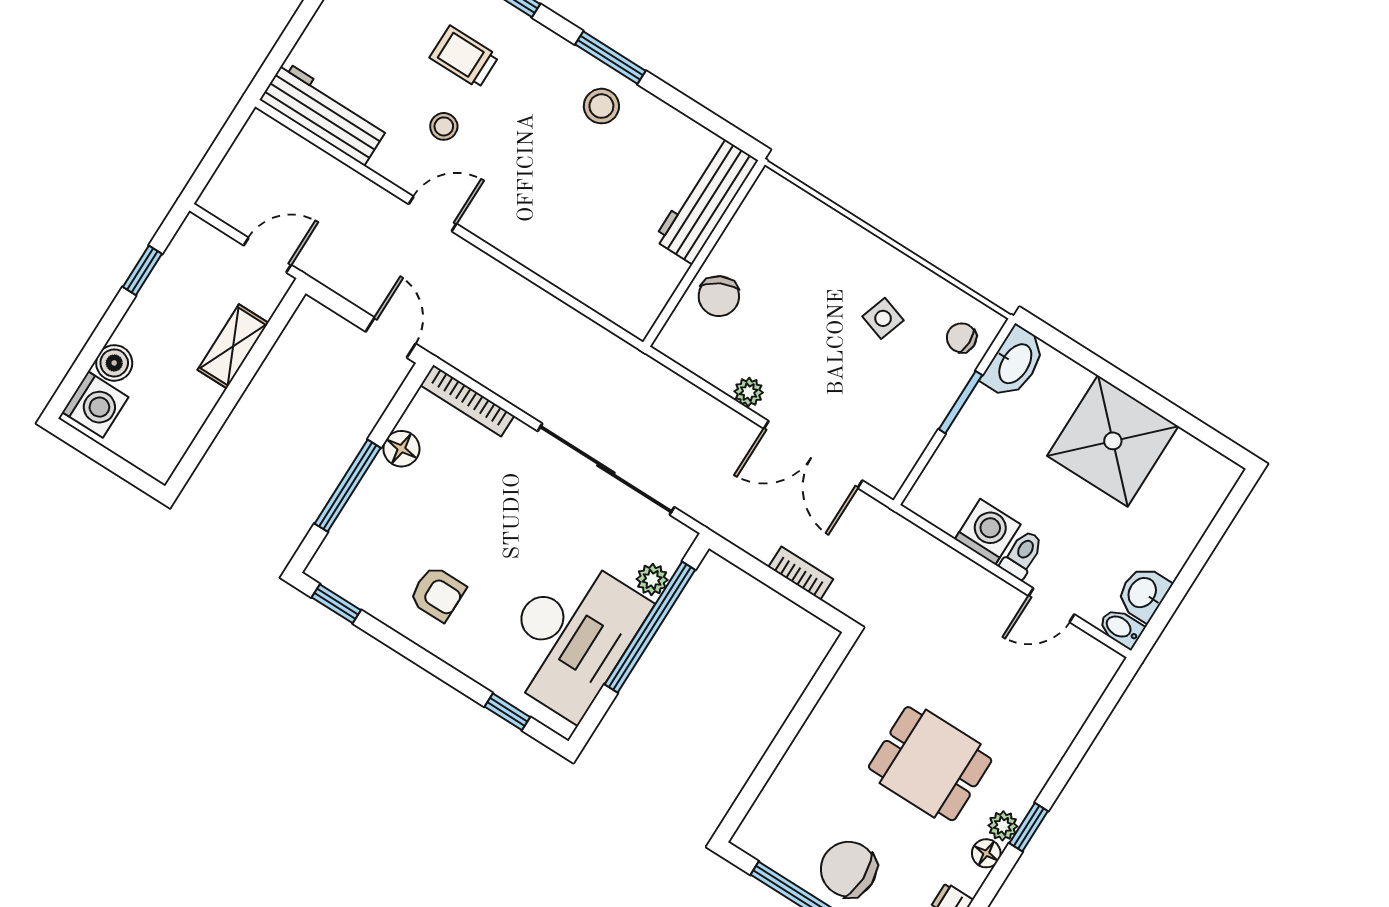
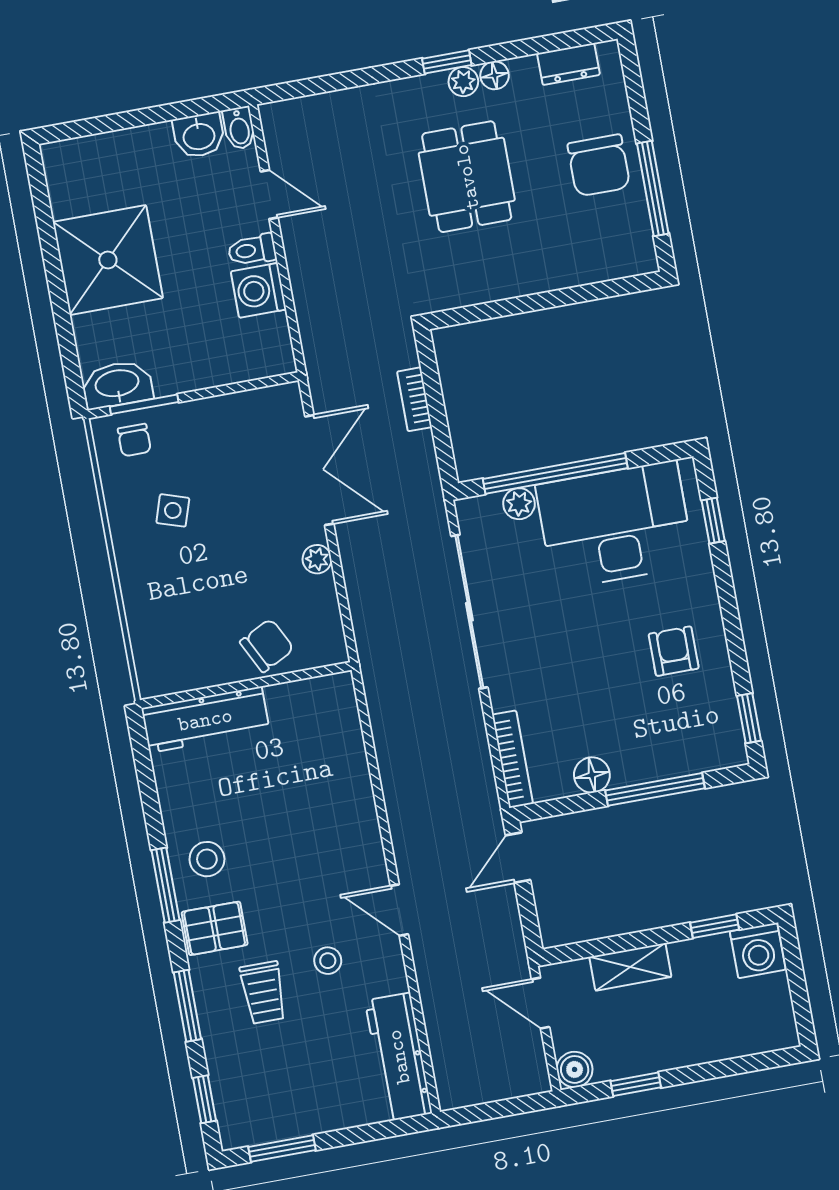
pallet: (545, 65) -> (215, 928), added
boiler: (114, 363) -> (575, 1069), moved
window: (960, 402) -> (144, 404), moved
washing machine: (95, 405) -> (758, 951), moved, turned 180
window: (206, 437) -> (715, 926), added

